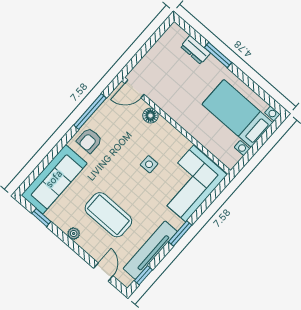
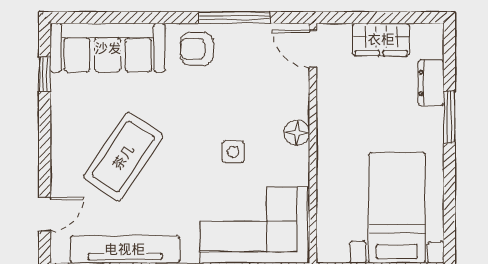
wardrobe: (157, 55) -> (381, 39), added
floor lamp: (150, 116) -> (297, 133), moved
coffee table: (108, 215) -> (123, 157), turned 34
plant: (74, 234) -> (60, 133), removed

